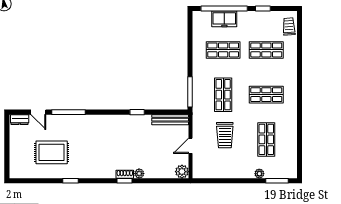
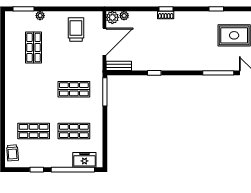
freezer: (224, 19) -> (84, 160), moved
shop shelf: (223, 95) -> (74, 89), turned 90
shop shelf: (266, 95) -> (34, 89), removed
bench: (170, 120) -> (119, 66), width x0.73
trolley: (225, 135) -> (76, 30), moved
door: (191, 146) -> (104, 42), width x1.88
plant: (139, 174) -> (124, 16), moved

